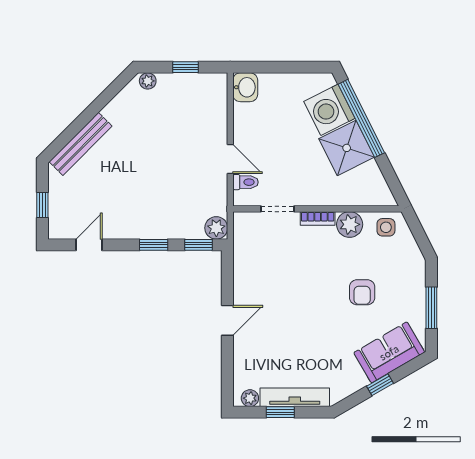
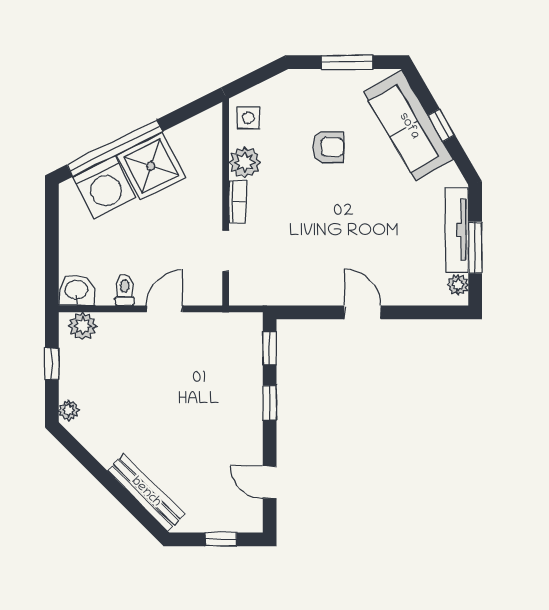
toilet: (245, 182) -> (125, 290), moved
plant: (216, 228) -> (83, 326), moved
sofa: (389, 352) -> (409, 126), width x1.36
window: (280, 412) -> (475, 248), width x1.50

